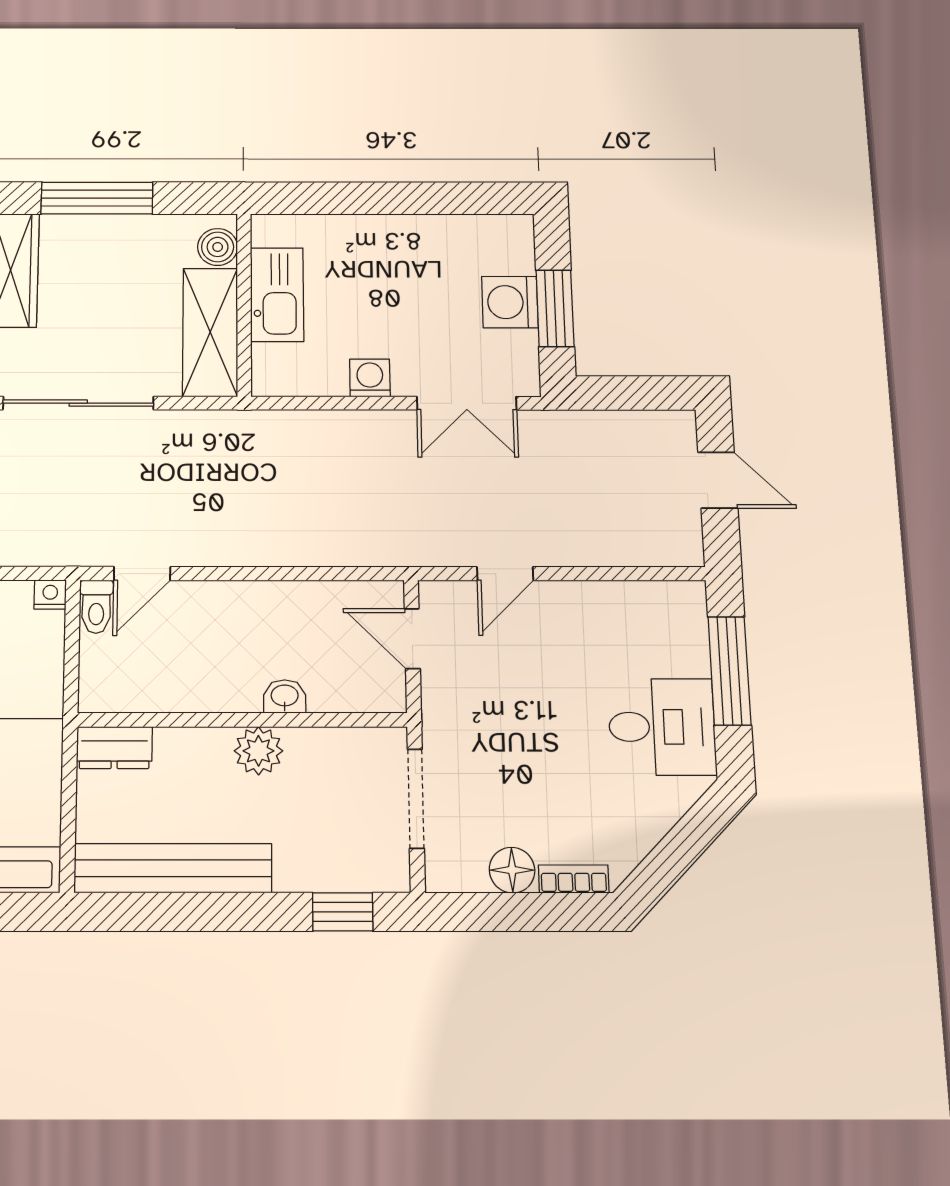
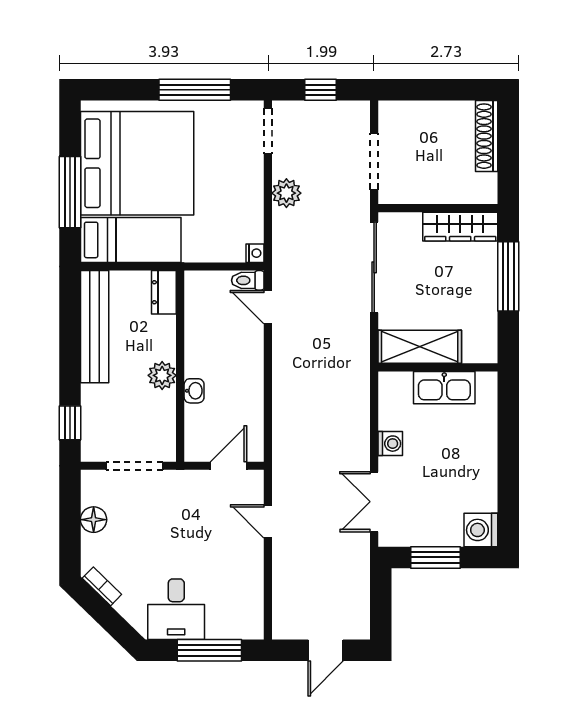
boiler: (218, 247) -> (476, 351), removed
washing machine: (510, 302) -> (481, 530), moved, turned -90
bookcase: (574, 879) -> (102, 586), moved, turned -46

